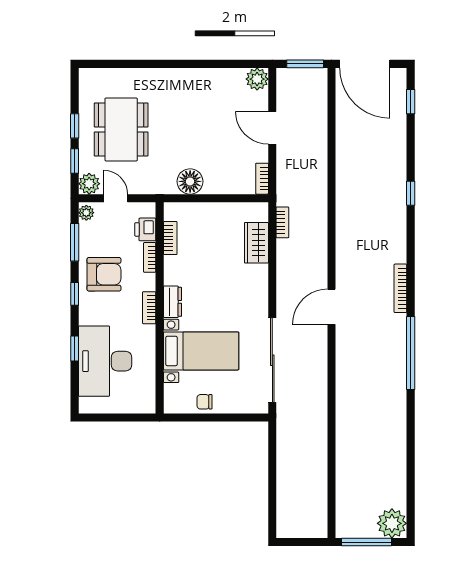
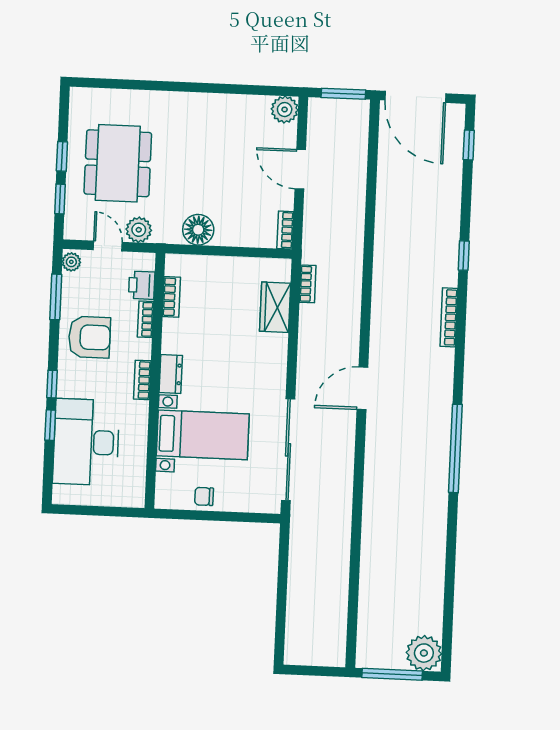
plant: (89, 184) -> (139, 230), moved
bookcase: (400, 288) -> (449, 317), moved
window: (75, 294) -> (52, 384), moved

